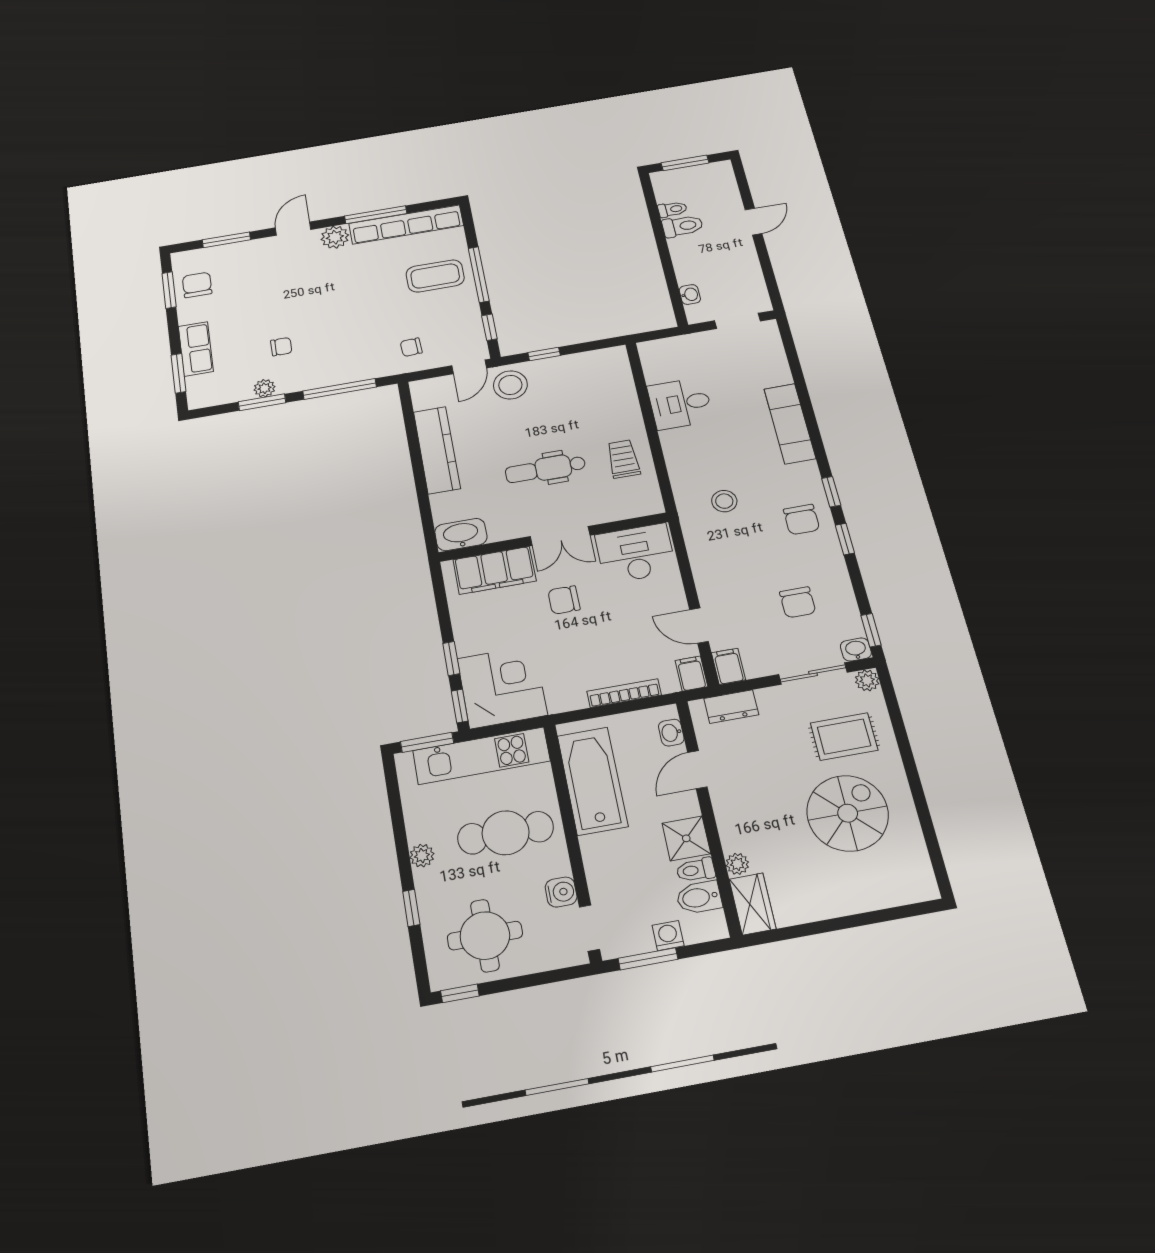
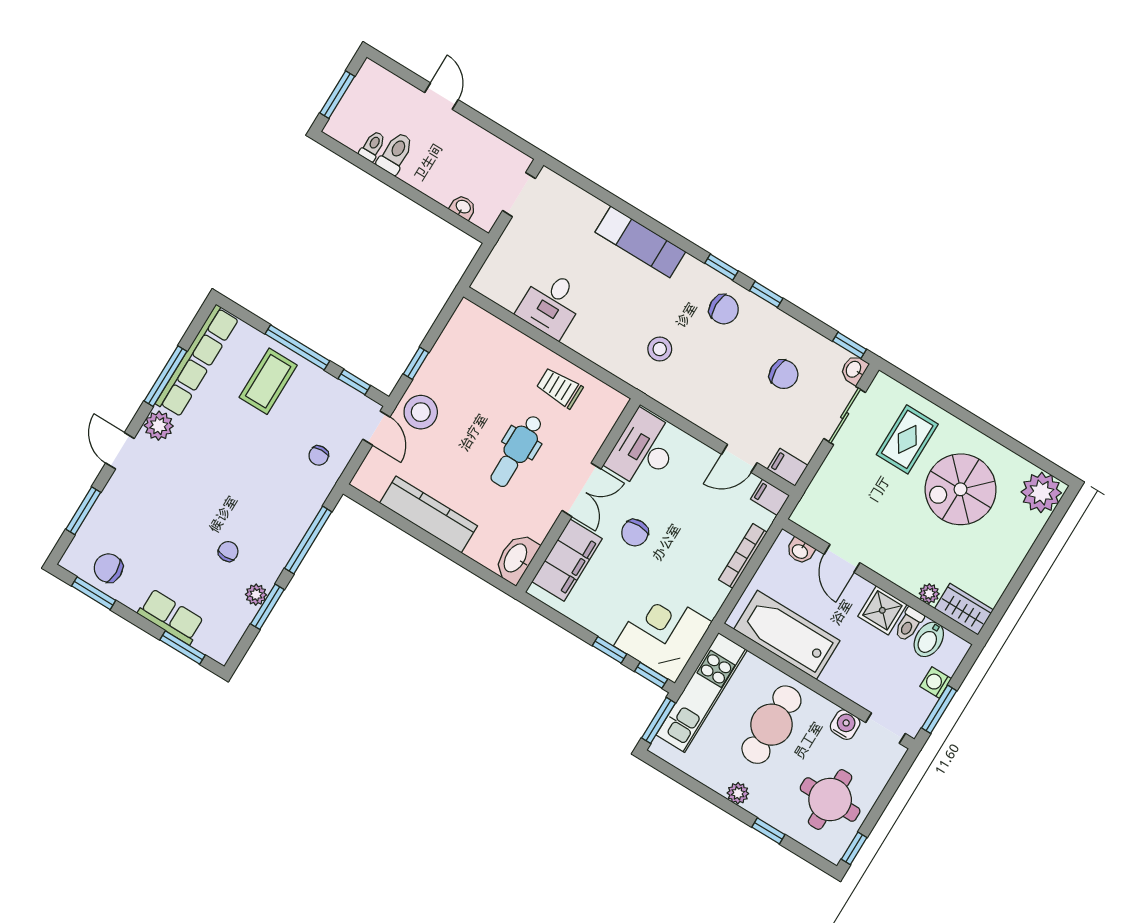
plant: (867, 680) -> (1041, 492), moved, width x1.87, depth x1.87
dresser: (731, 707) -> (818, 493), removed
spiral stairs: (848, 813) -> (961, 489), turned -90

